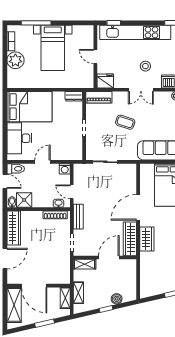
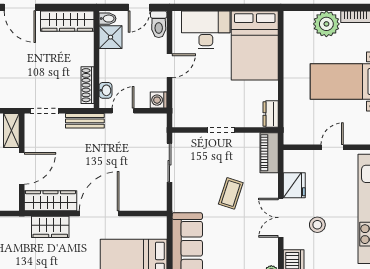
fridge: (105, 81) -> (294, 185), moved
door: (43, 162) -> (169, 66), hinge flipped
door: (138, 207) -> (99, 213), hinge flipped
door: (109, 257) -> (22, 168), hinge flipped

